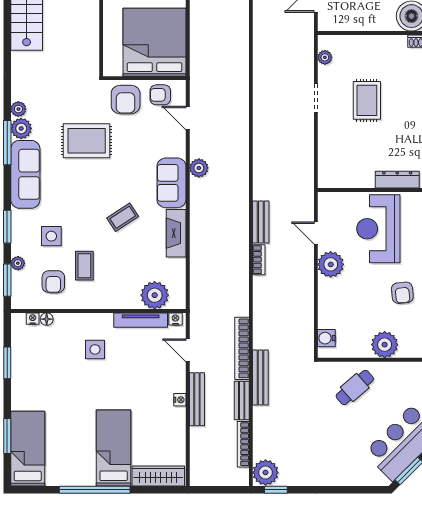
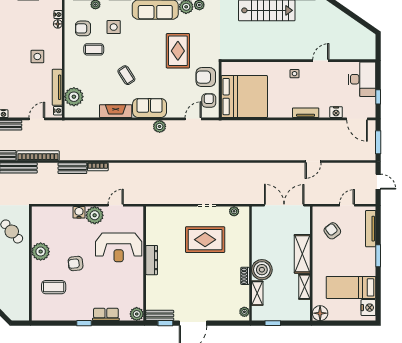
rug: (367, 100) -> (205, 240), width x1.36, depth x1.43
bench: (261, 222) -> (72, 168), moved
reception desk: (378, 229) -> (119, 247), turned 180
water cooler: (326, 338) -> (79, 212), moved

